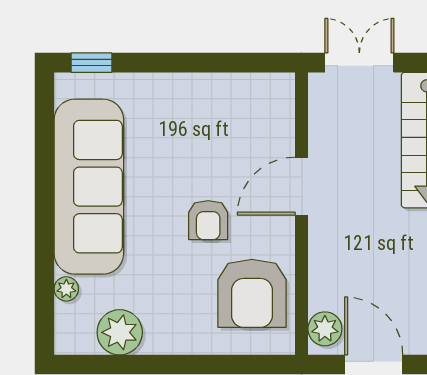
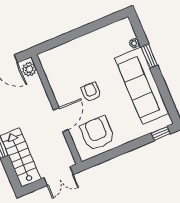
window: (45, 246) -> (149, 56), added
armchair: (252, 293) -> (97, 133), moved
plant: (120, 332) -> (107, 35), removed

